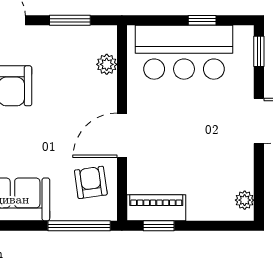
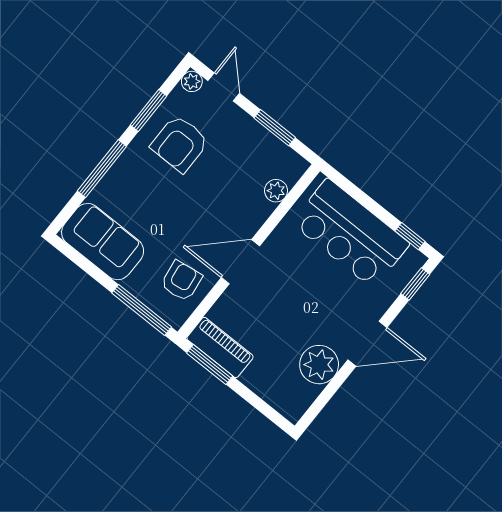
window: (202, 20) -> (410, 236), moved
plant: (245, 200) -> (319, 365), moved, width x1.88, depth x1.88
window: (159, 226) -> (210, 365), width x1.50

